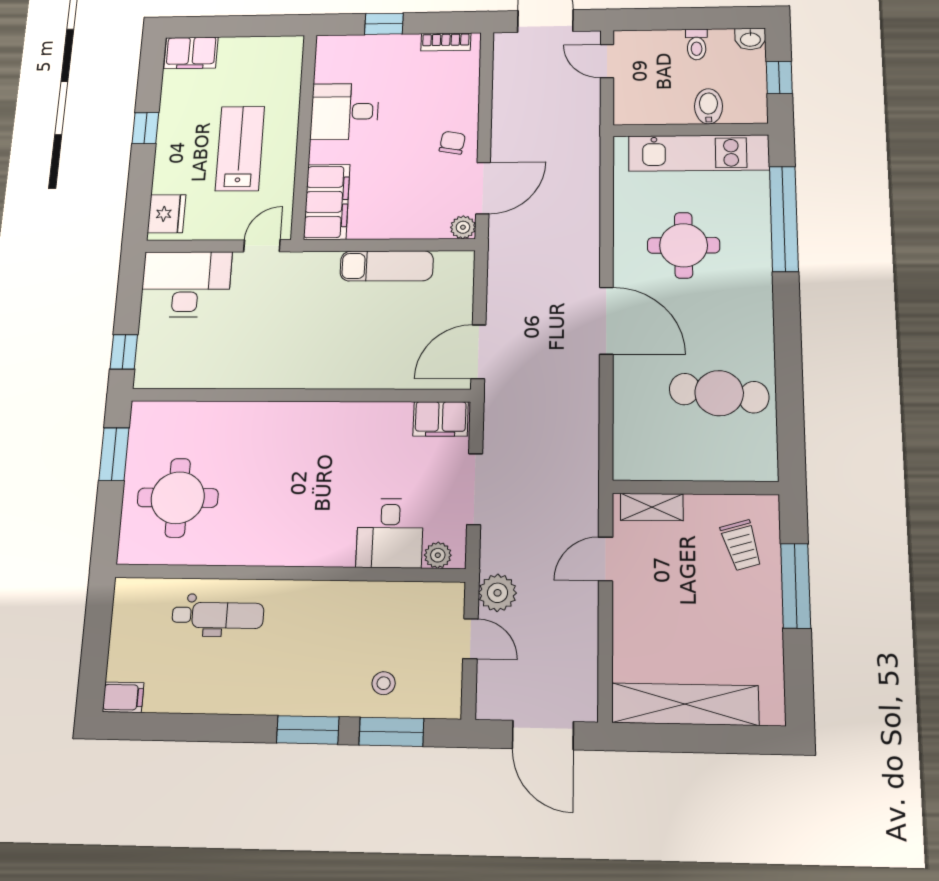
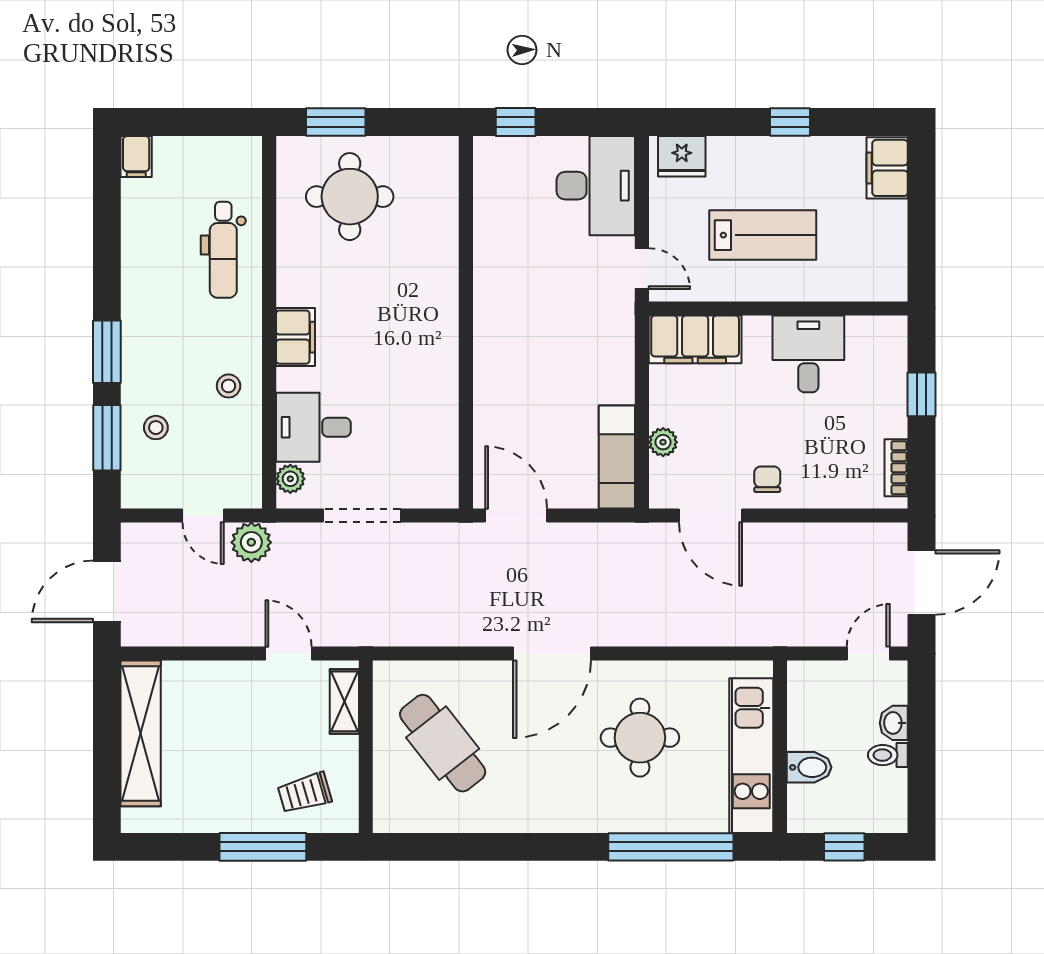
washbasin: (750, 39) -> (894, 723), moved
chair: (452, 143) -> (767, 479), turned -100
plant: (463, 227) -> (663, 442), moved
exam couch: (387, 266) -> (617, 457), moved
cafe table: (719, 393) -> (443, 743), moved, turned -45
filing cabinet: (441, 419) -> (295, 337), moved, turned 180
window: (114, 454) -> (336, 122), moved
stool: (347, 612) -> (229, 386), added
door: (470, 639) -> (203, 516), hinge flipped

